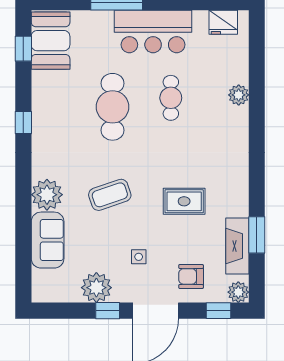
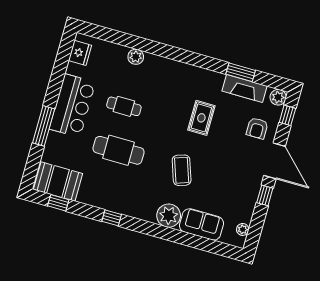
side table: (139, 257) -> (232, 162), removed
plant: (96, 288) -> (243, 229), moved, width x0.53, depth x0.53

